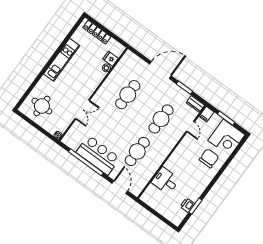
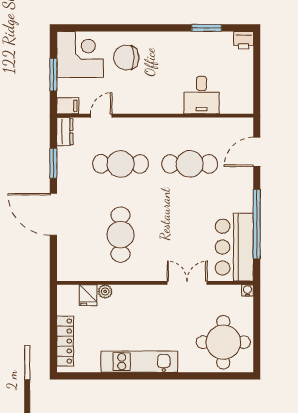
cafe table: (128, 95) -> (121, 235), turned 90
round table: (42, 106) -> (223, 342), width x1.36, depth x1.36
bar counter: (98, 155) -> (234, 247), moved
printer: (187, 205) -> (243, 40), moved

